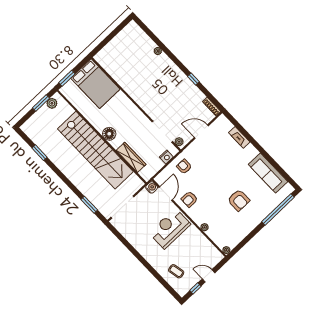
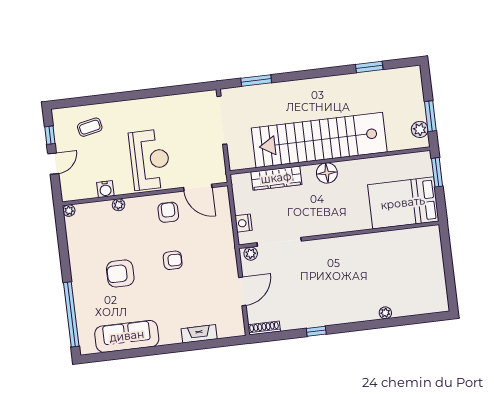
armchair: (184, 167) -> (173, 260), moved
water cooler: (152, 187) -> (105, 189), moved

